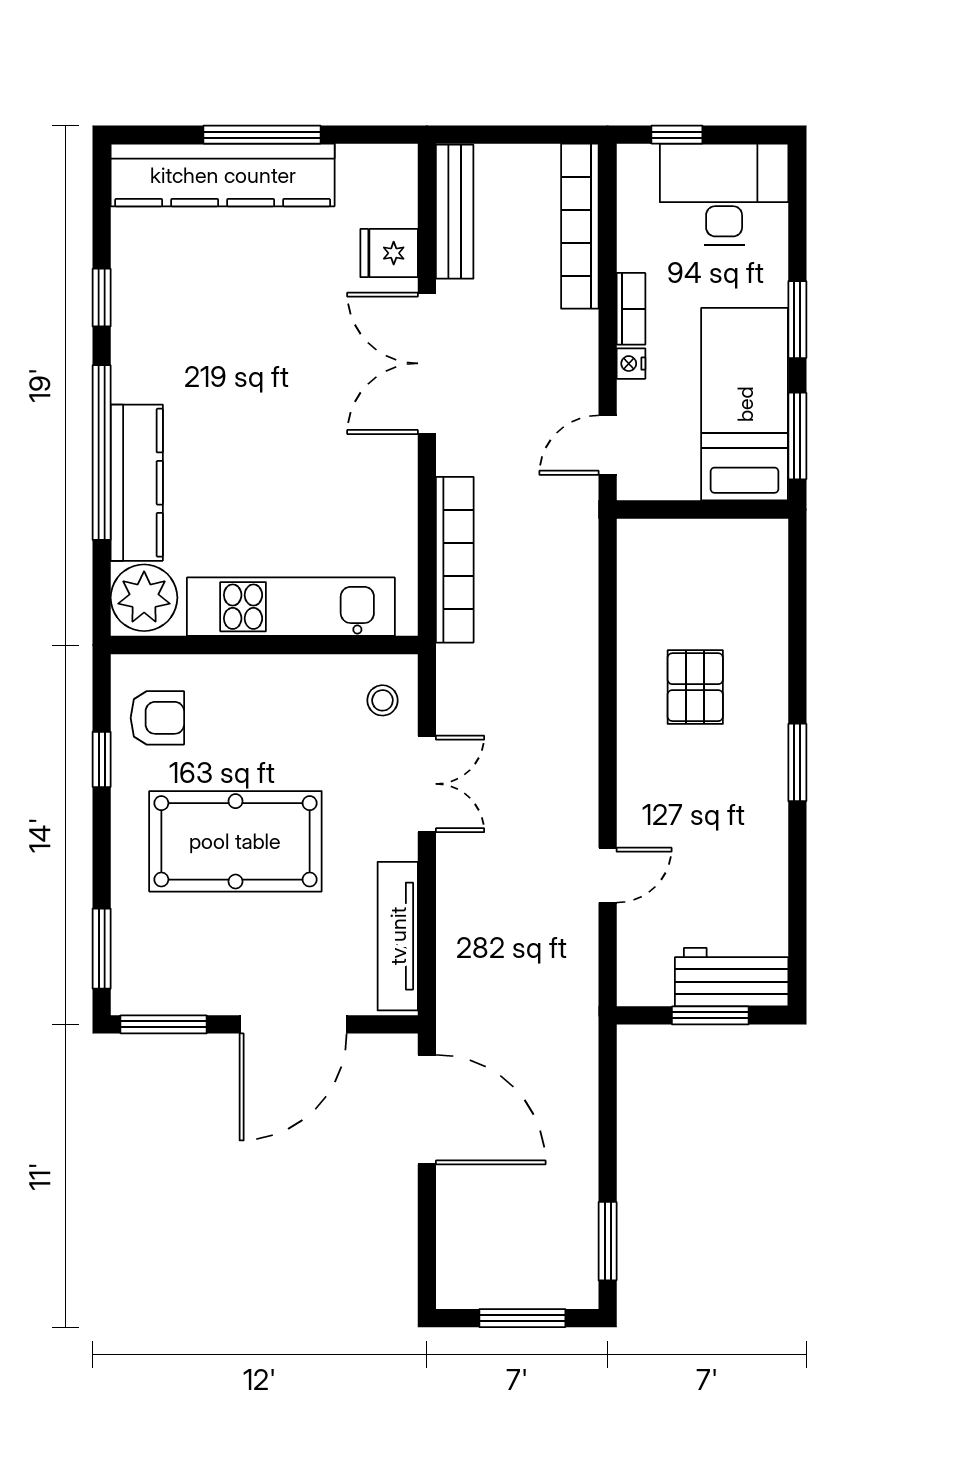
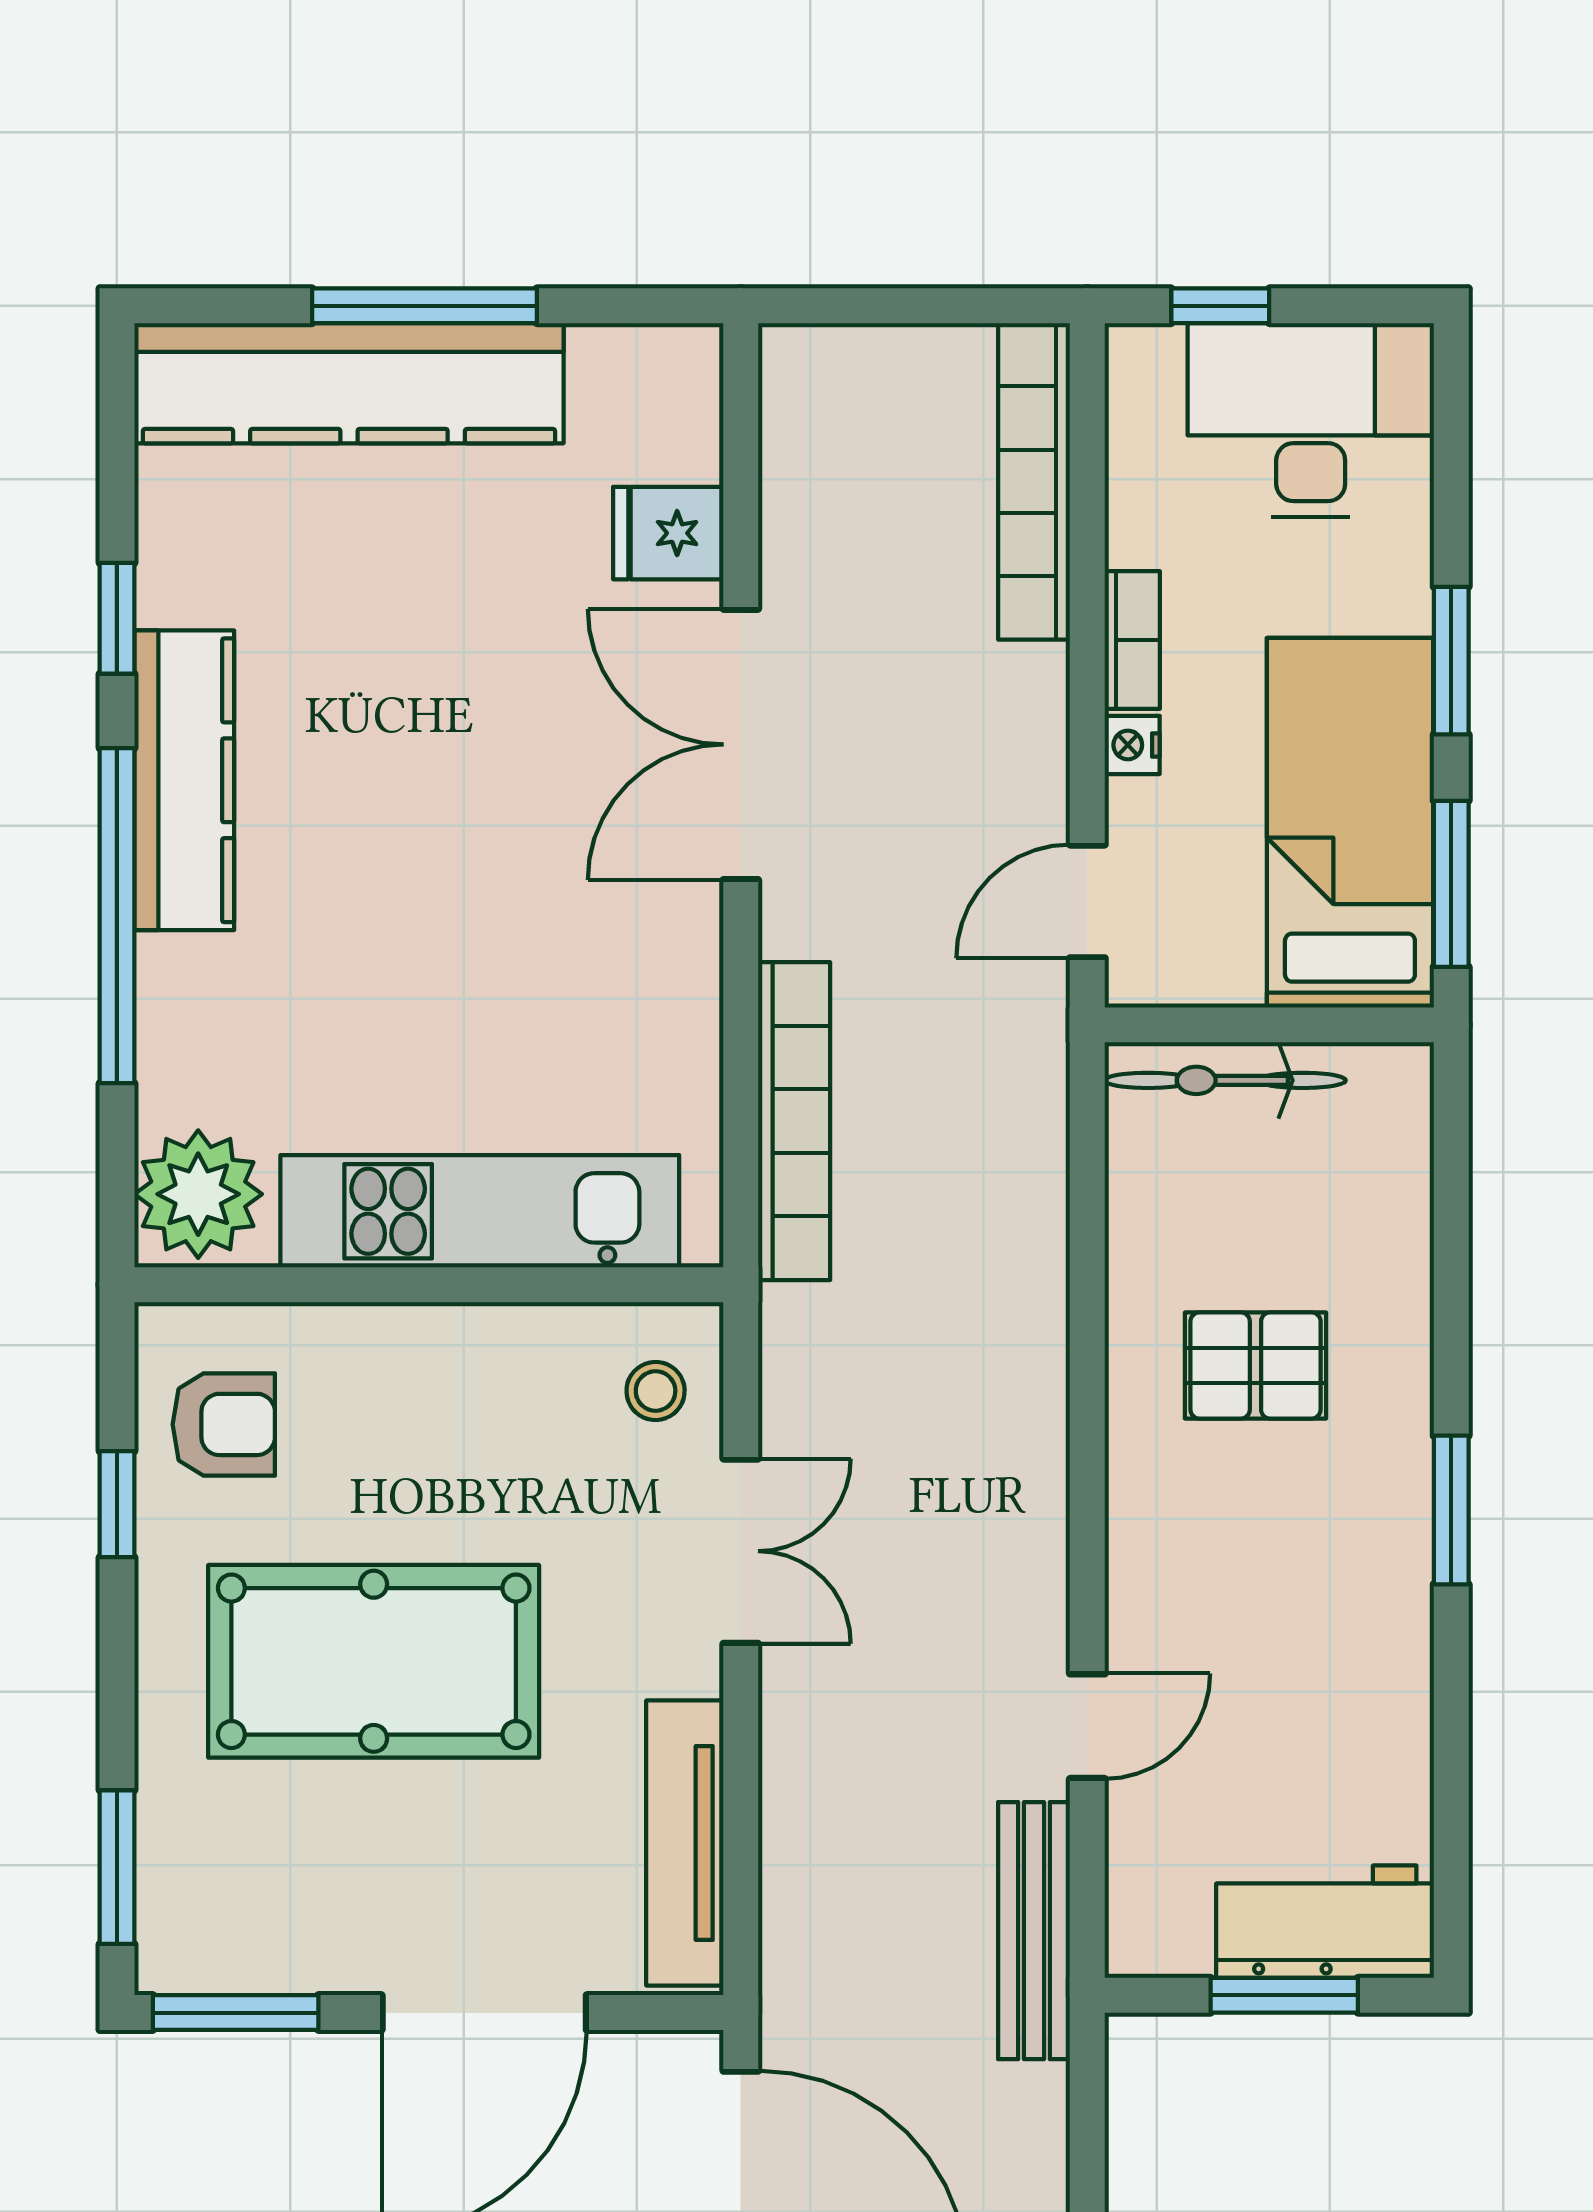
bench: (455, 212) -> (1034, 1931), moved
kitchen counter: (137, 483) -> (184, 780), moved
bicycle: (679, 538) -> (1225, 1080), added
pallet: (695, 687) -> (1255, 1366), turned 90

